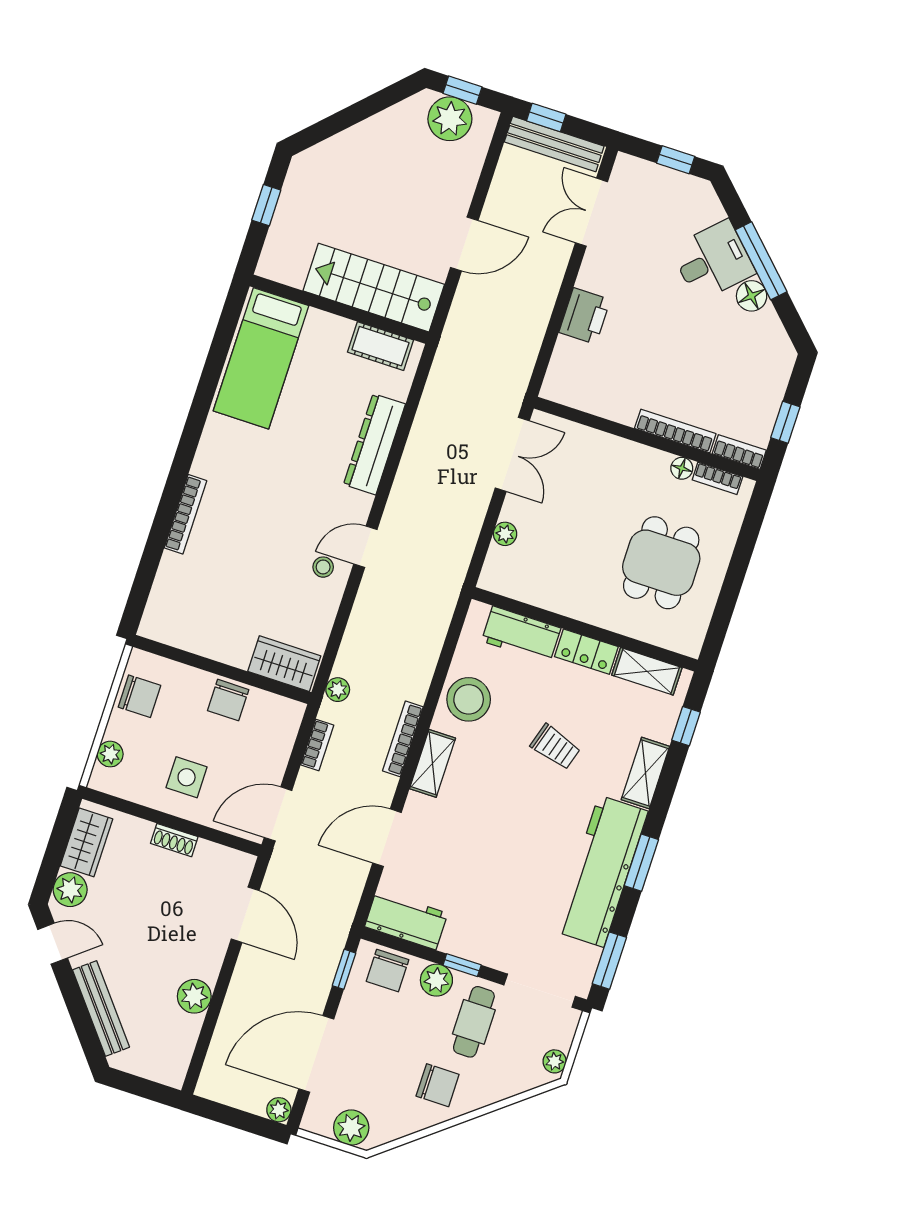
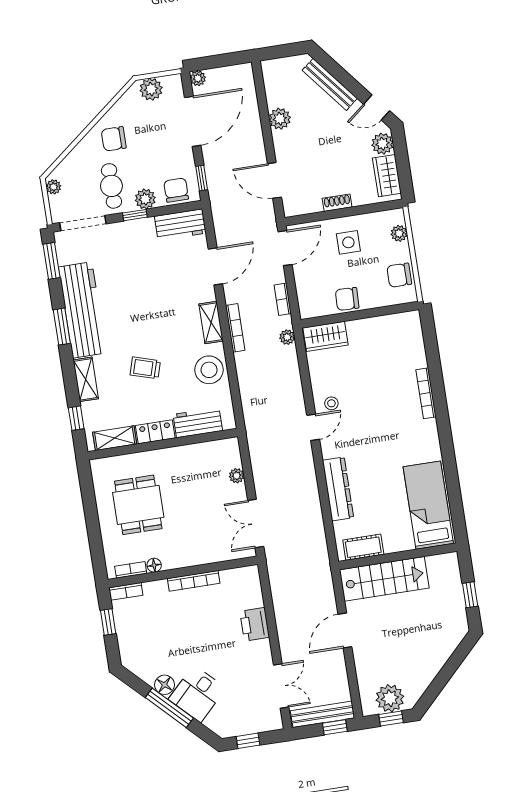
bookcase: (675, 431) -> (194, 581), moved
chair: (228, 700) -> (347, 299), turned -88

